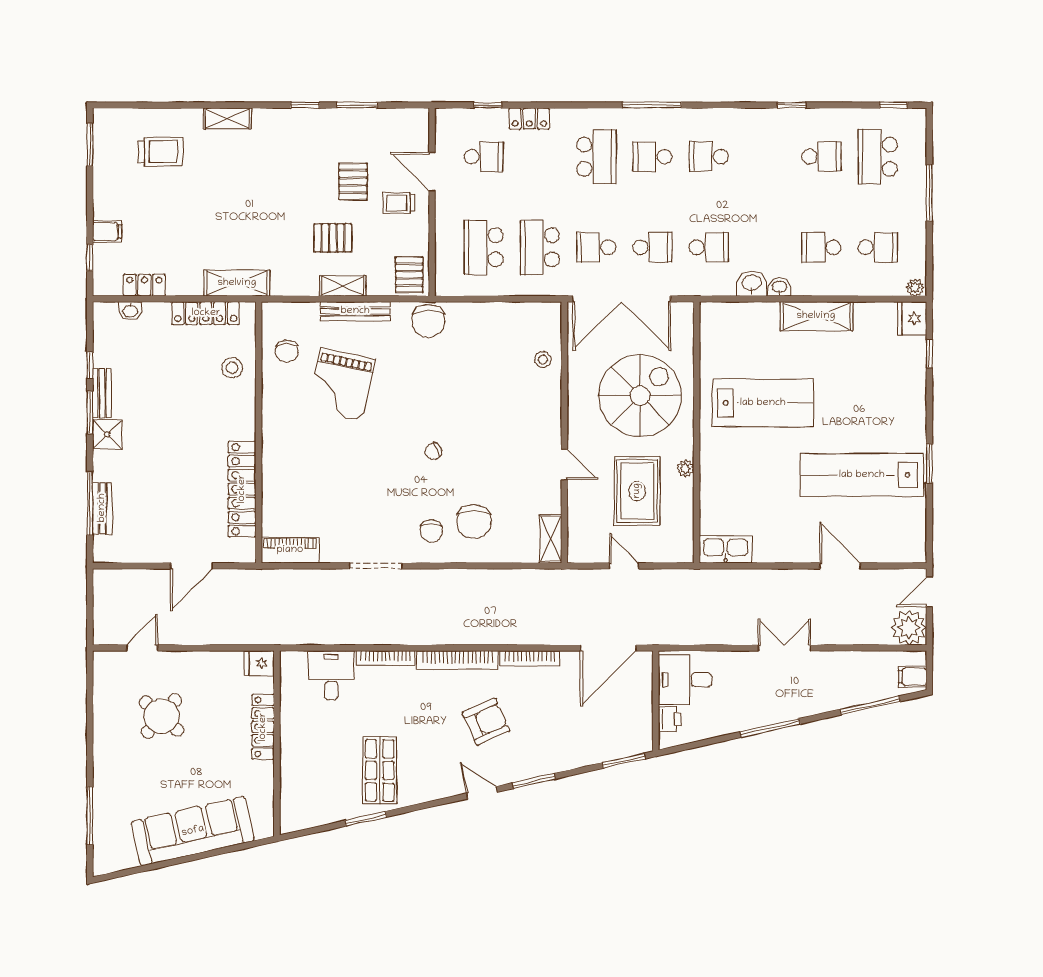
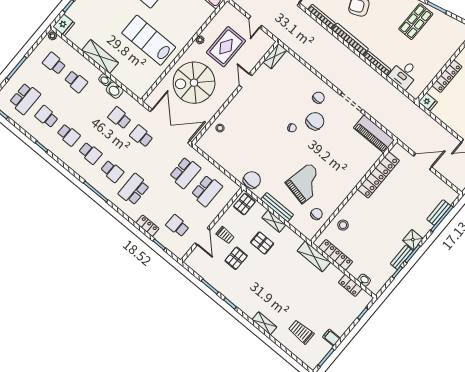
filing cabinet: (107, 231) -> (331, 338), moved
school desk: (596, 247) -> (68, 135), moved
chair: (474, 522) -> (315, 121), moved
piano: (290, 550) -> (374, 134), width x1.37, depth x1.33

